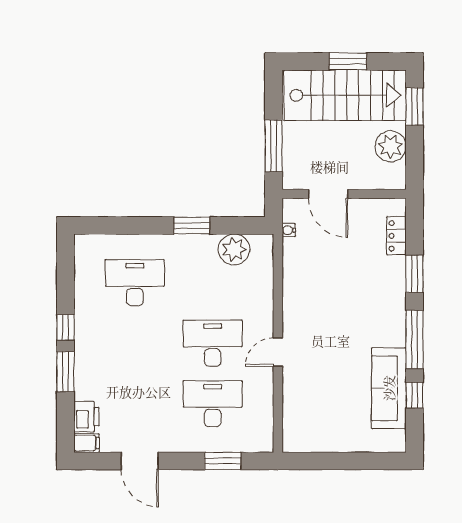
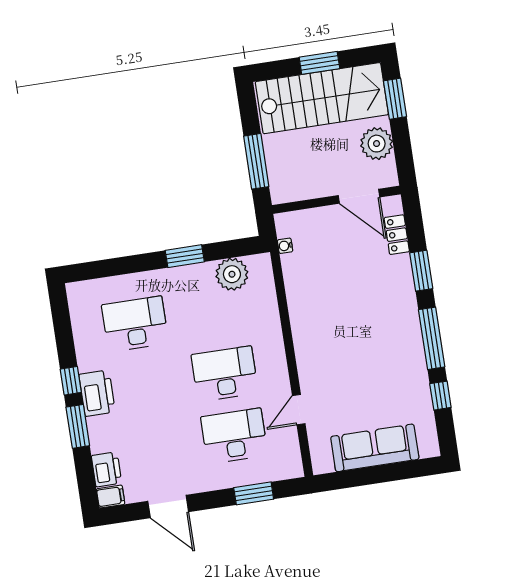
door: (328, 194) -> (359, 196), moved
printer: (89, 343) -> (97, 393), added
door: (278, 352) -> (299, 410), moved
sofa: (389, 388) -> (375, 448), moved, turned 90

